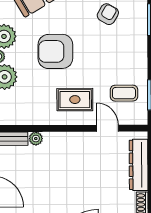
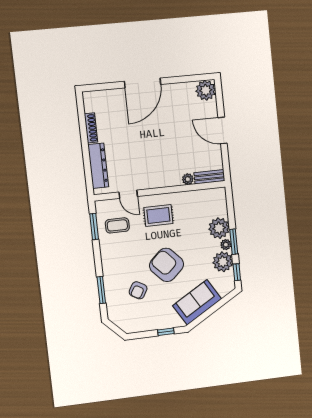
armchair: (55, 51) -> (167, 265), moved, turned -133

